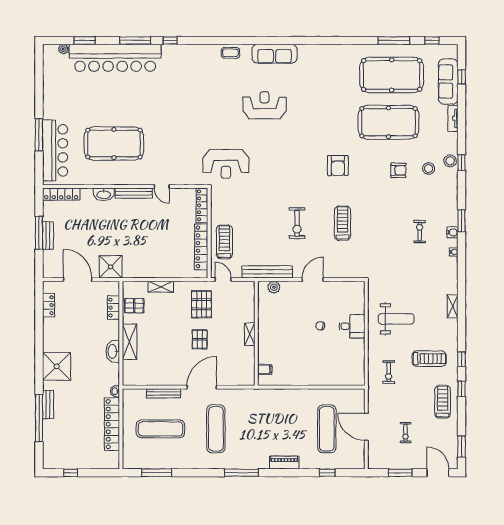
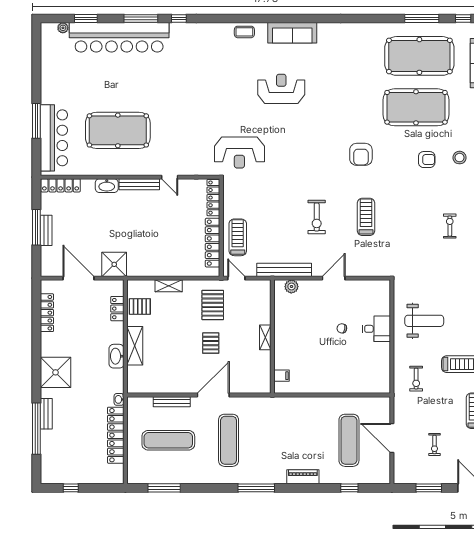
locker: (49, 305) -> (47, 313), width x1.53

